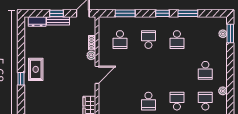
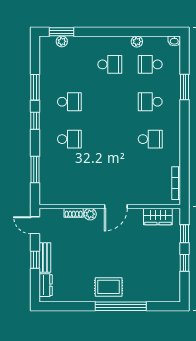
school desk: (120, 40) -> (69, 176), removed
school desk: (148, 40) -> (69, 139), turned 180
door: (97, 75) -> (116, 207), swing flipped
window: (21, 79) -> (121, 306), width x3.17

